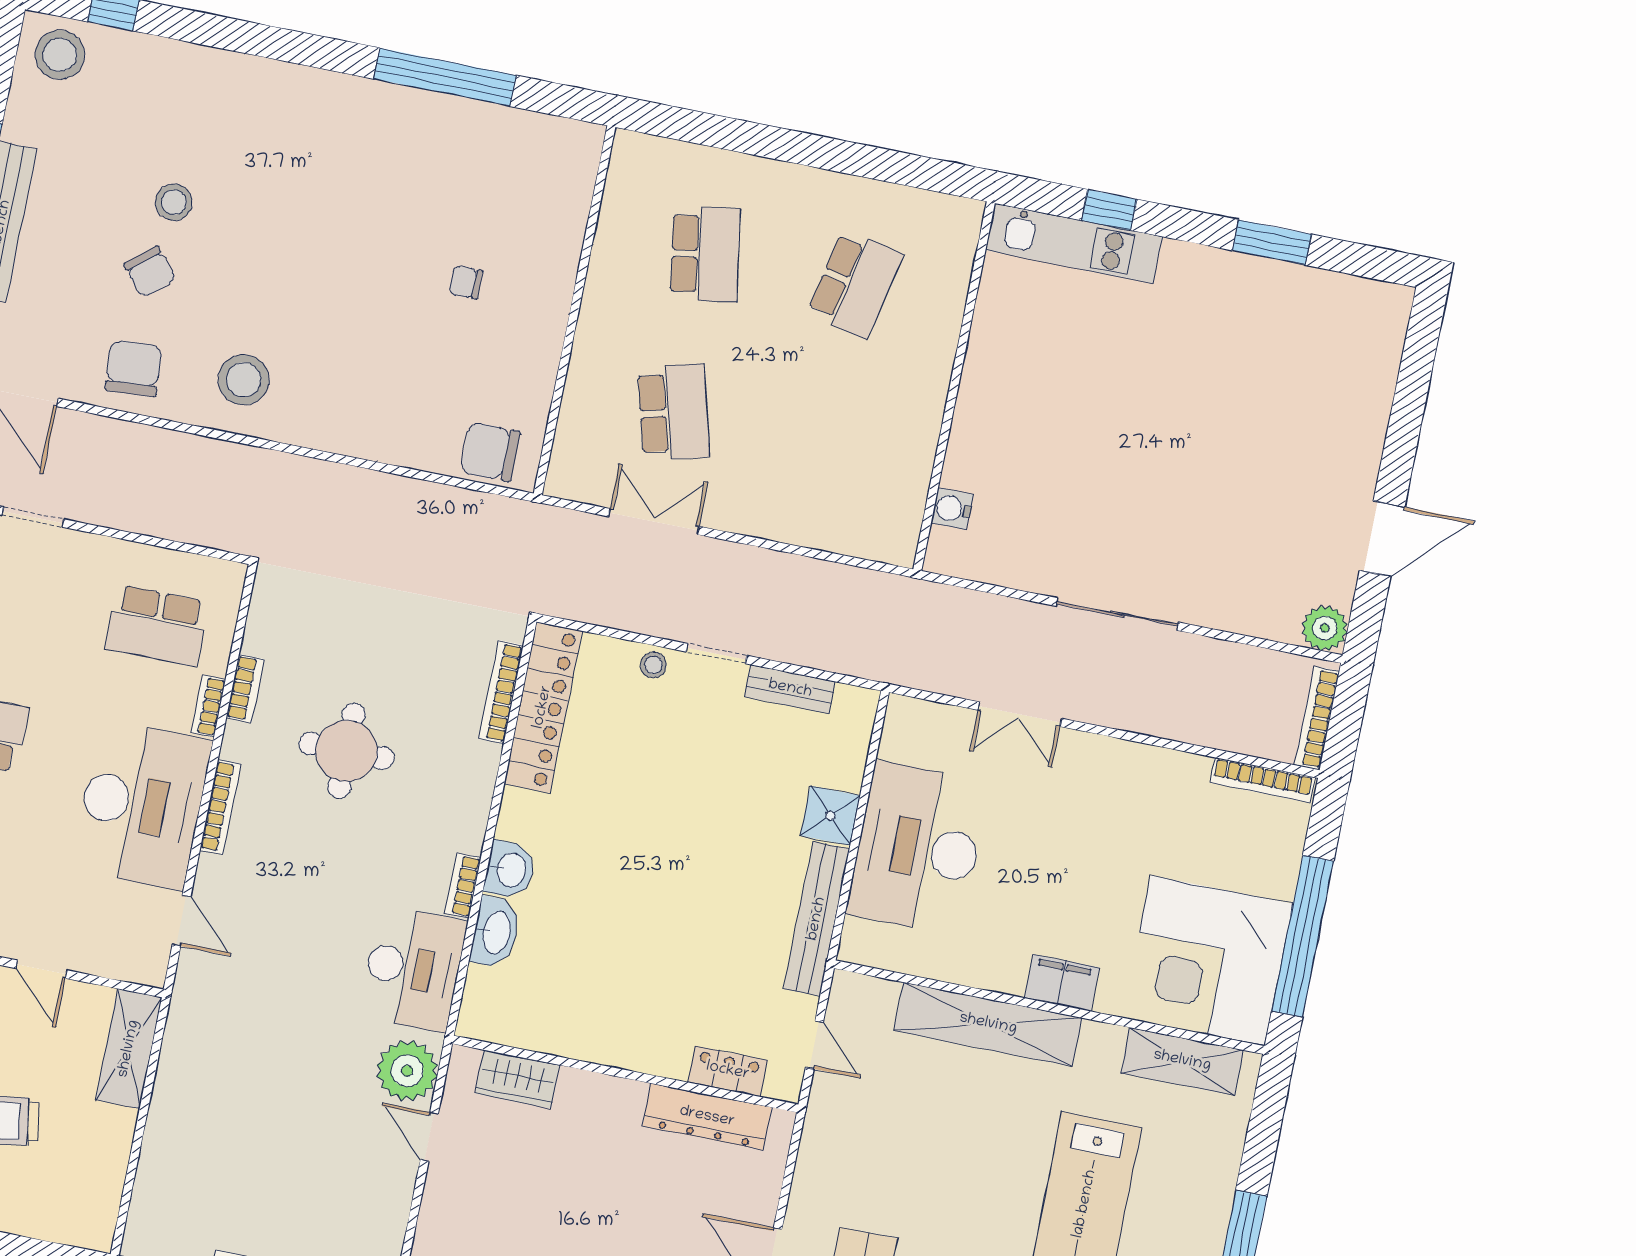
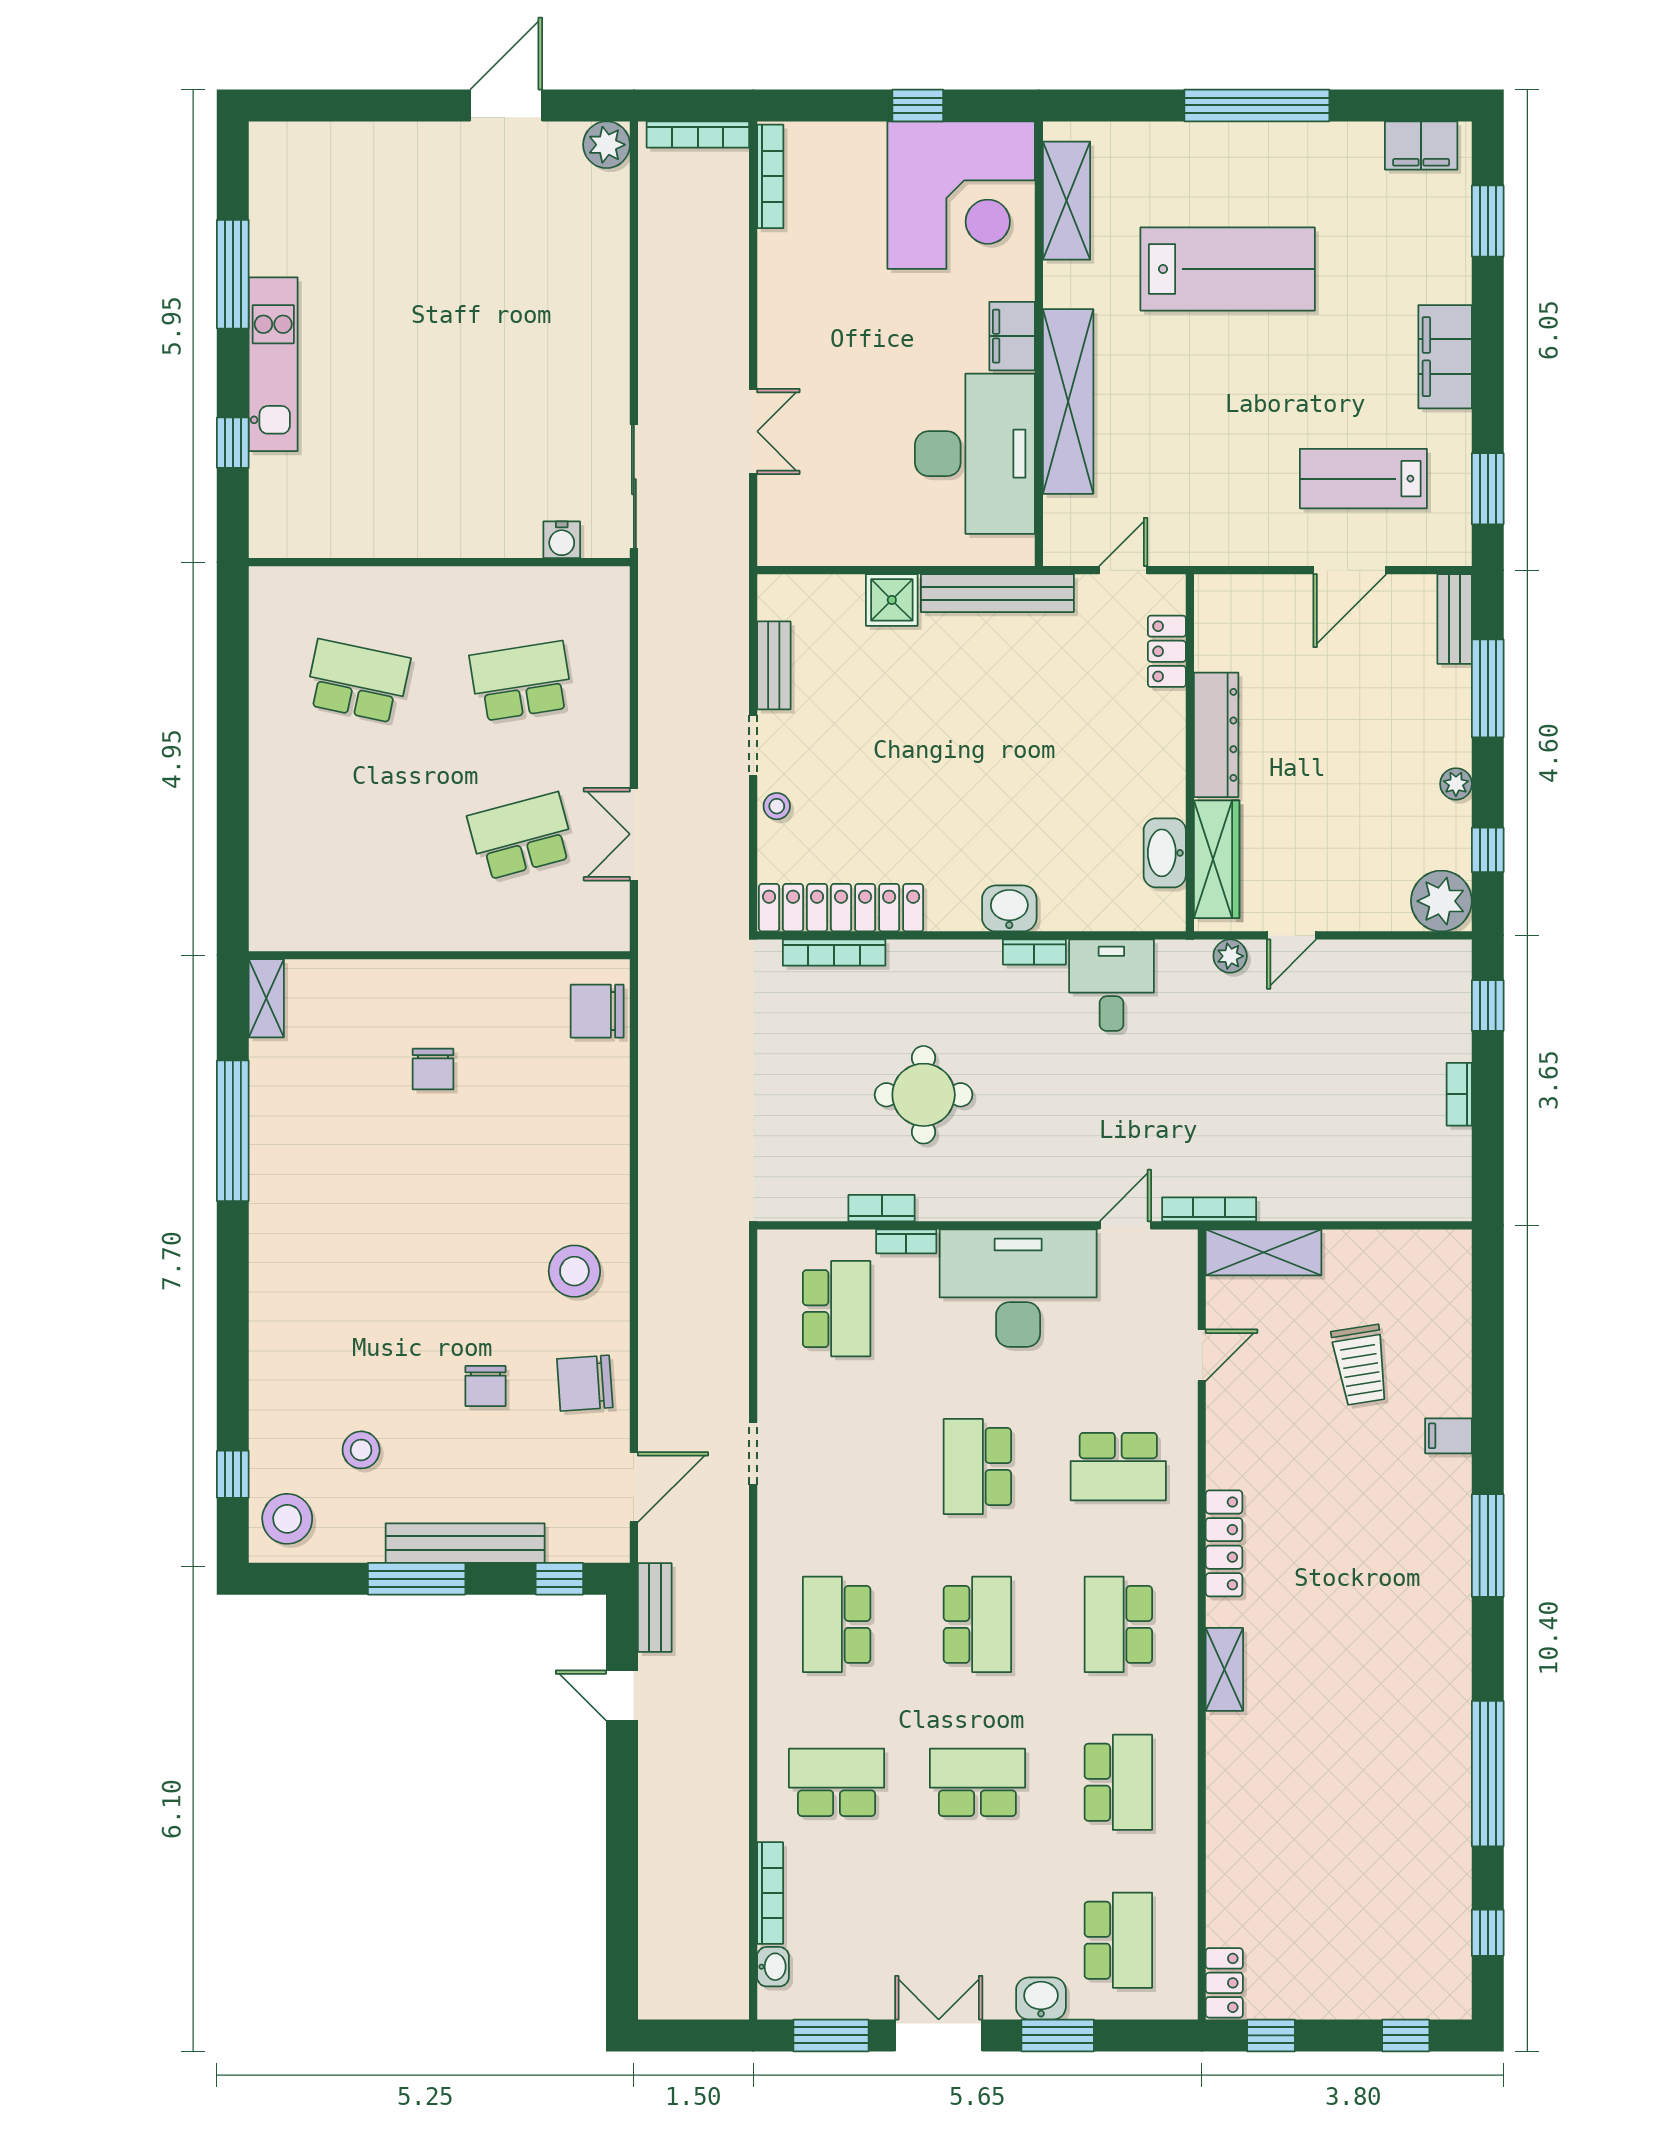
shelving: (566, 135) -> (266, 998), added
stool: (174, 202) -> (361, 1450), moved
window: (1272, 242) -> (233, 274), width x1.44
kitchen unit: (1074, 243) -> (273, 364), moved
school desk: (705, 254) -> (521, 681), moved
chair: (150, 272) -> (485, 1386), turned 130
chair: (466, 282) -> (433, 1069), width x1.37, depth x1.37
chair: (490, 452) -> (597, 1011), turned 90
door: (1382, 539) -> (506, 105), hinge flipped
sliding door: (1117, 614) -> (634, 487), moved
bookcase: (220, 807) -> (1209, 1209), moved
desk: (918, 848) -> (975, 454), moved, turned -90
washbasin: (495, 932) -> (1165, 853), moved, turned -90
window: (1303, 936) -> (918, 105), width x0.32
desk: (413, 969) -> (1111, 985), width x0.73
plant: (407, 1071) -> (1230, 956), width x0.53, depth x0.53
wardrobe: (517, 1079) -> (1217, 859), width x1.50
dresser: (707, 1117) -> (1216, 735), moved

